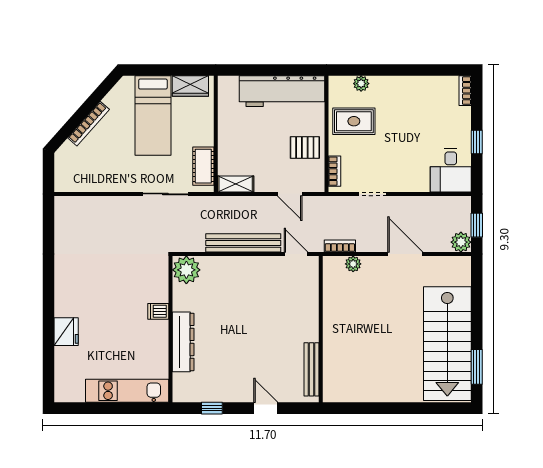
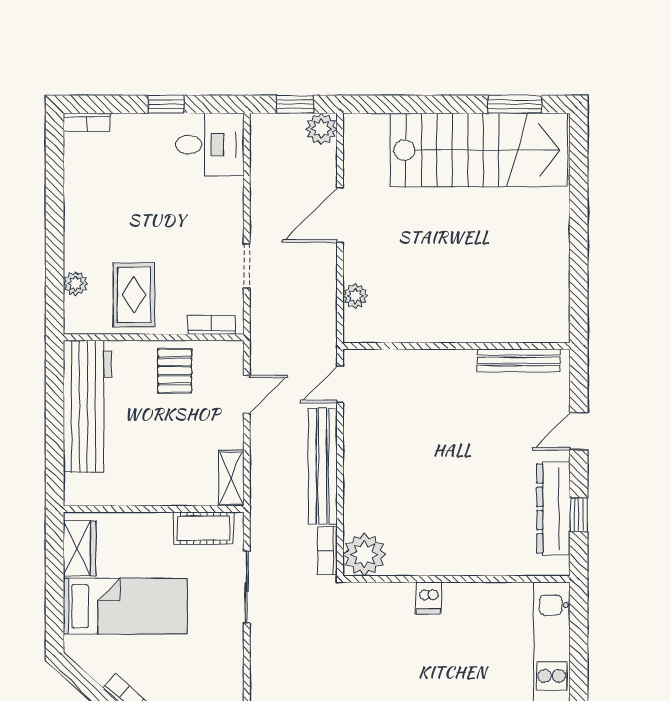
bookcase: (340, 246) -> (327, 551), moved
dresser: (183, 342) -> (553, 508), moved, turned -90

